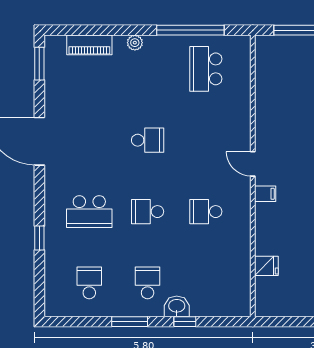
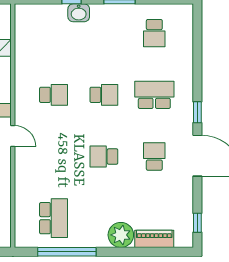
plant: (135, 43) -> (121, 235), width x1.87, depth x1.87
window: (39, 64) -> (197, 223), width x0.67
window: (39, 238) -> (197, 112), moved
school desk: (148, 283) -> (154, 157), moved, turned 180

